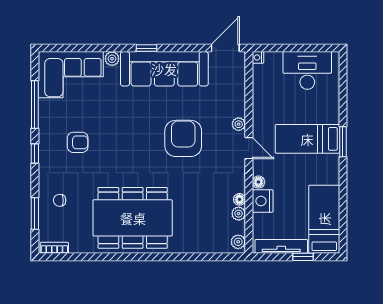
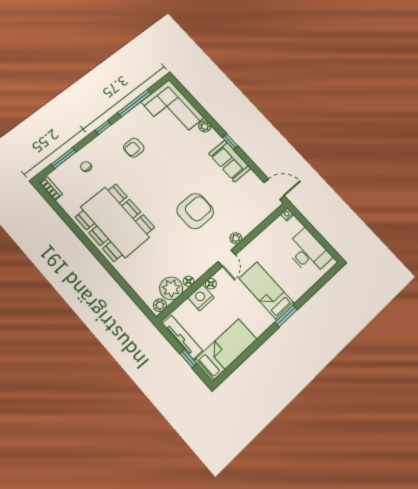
sofa: (164, 69) -> (230, 161), width x0.54, depth x0.79
armchair: (78, 142) -> (134, 148), turned 90
plant: (239, 214) -> (171, 288), width x1.87, depth x1.87

